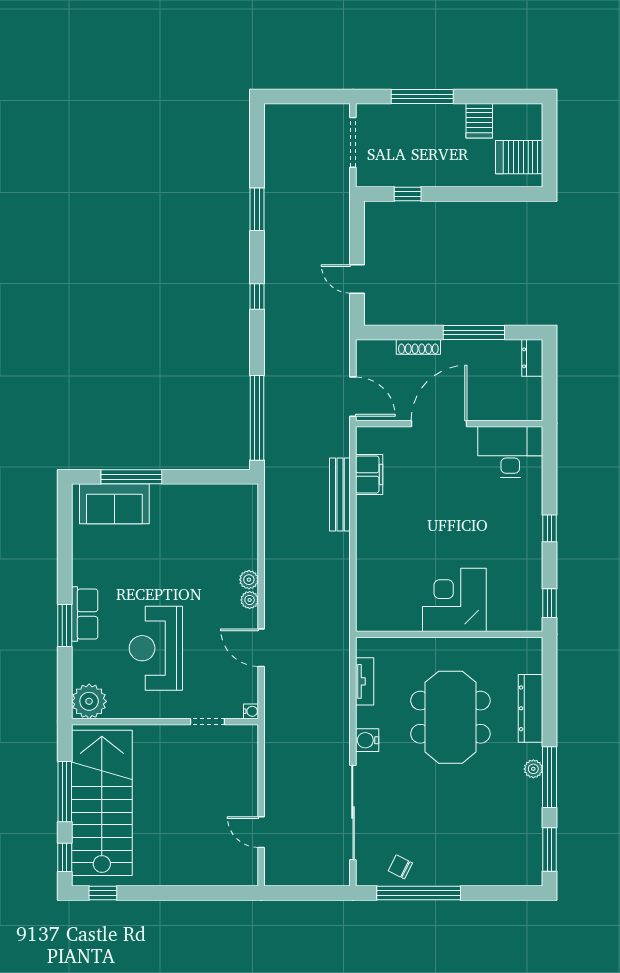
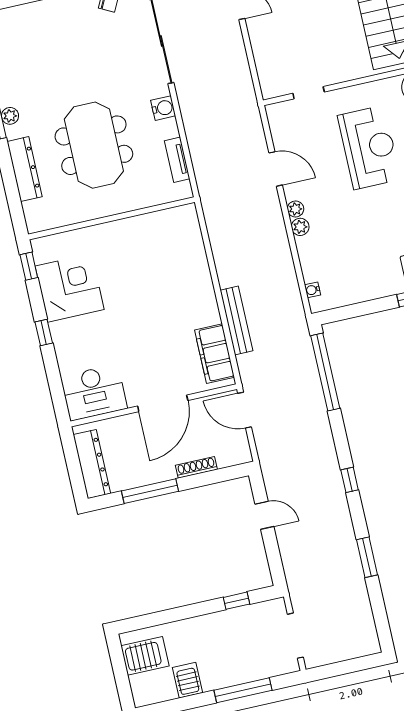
dresser: (532, 358) -> (92, 464), width x1.96, depth x1.24
filing cabinet: (369, 474) -> (215, 354), width x1.50, depth x1.17
corner desk: (454, 600) -> (70, 288), moved, turned -90
water cooler: (251, 711) -> (312, 290), moved

